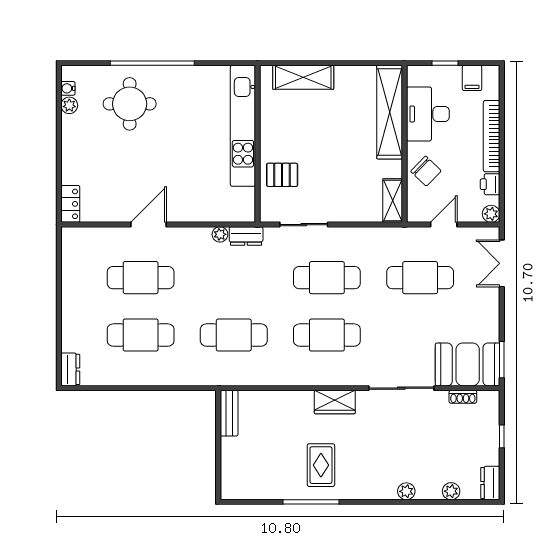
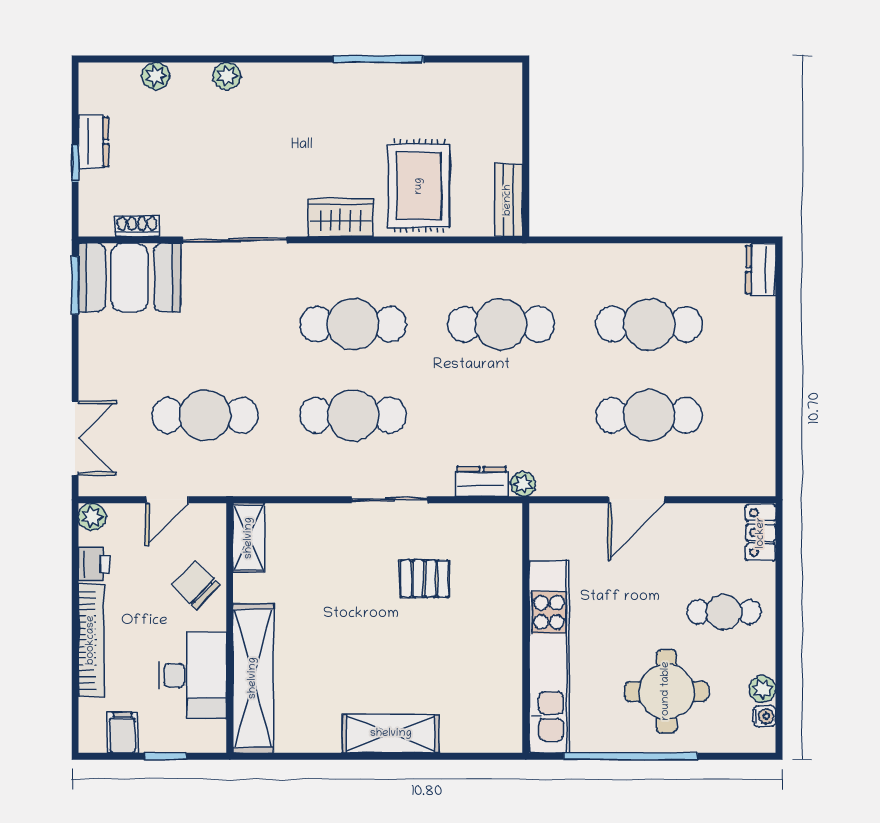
kitchen unit: (243, 126) -> (549, 657), moved
wall: (258, 144) -> (526, 628), moved
cafe table: (94, 154) -> (724, 612), added
rug: (321, 465) -> (419, 186), moved, width x1.36, depth x1.43
dresser: (490, 483) -> (93, 142), moved

